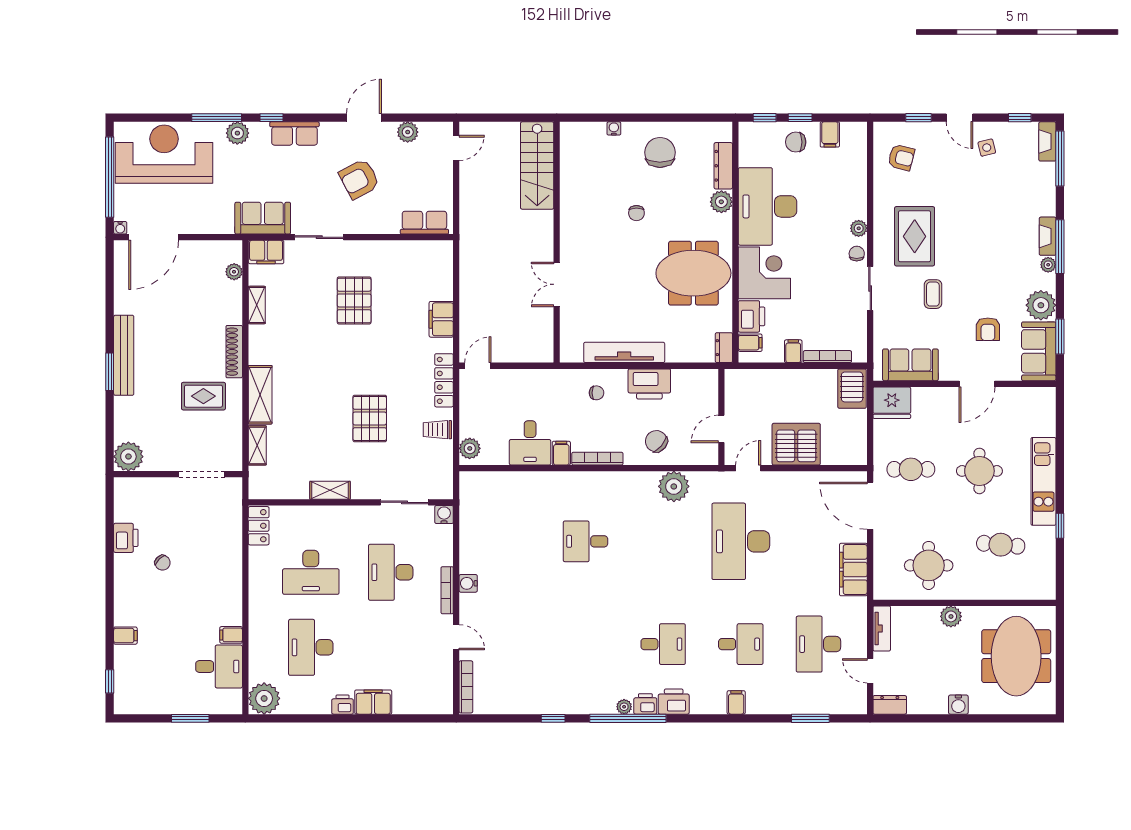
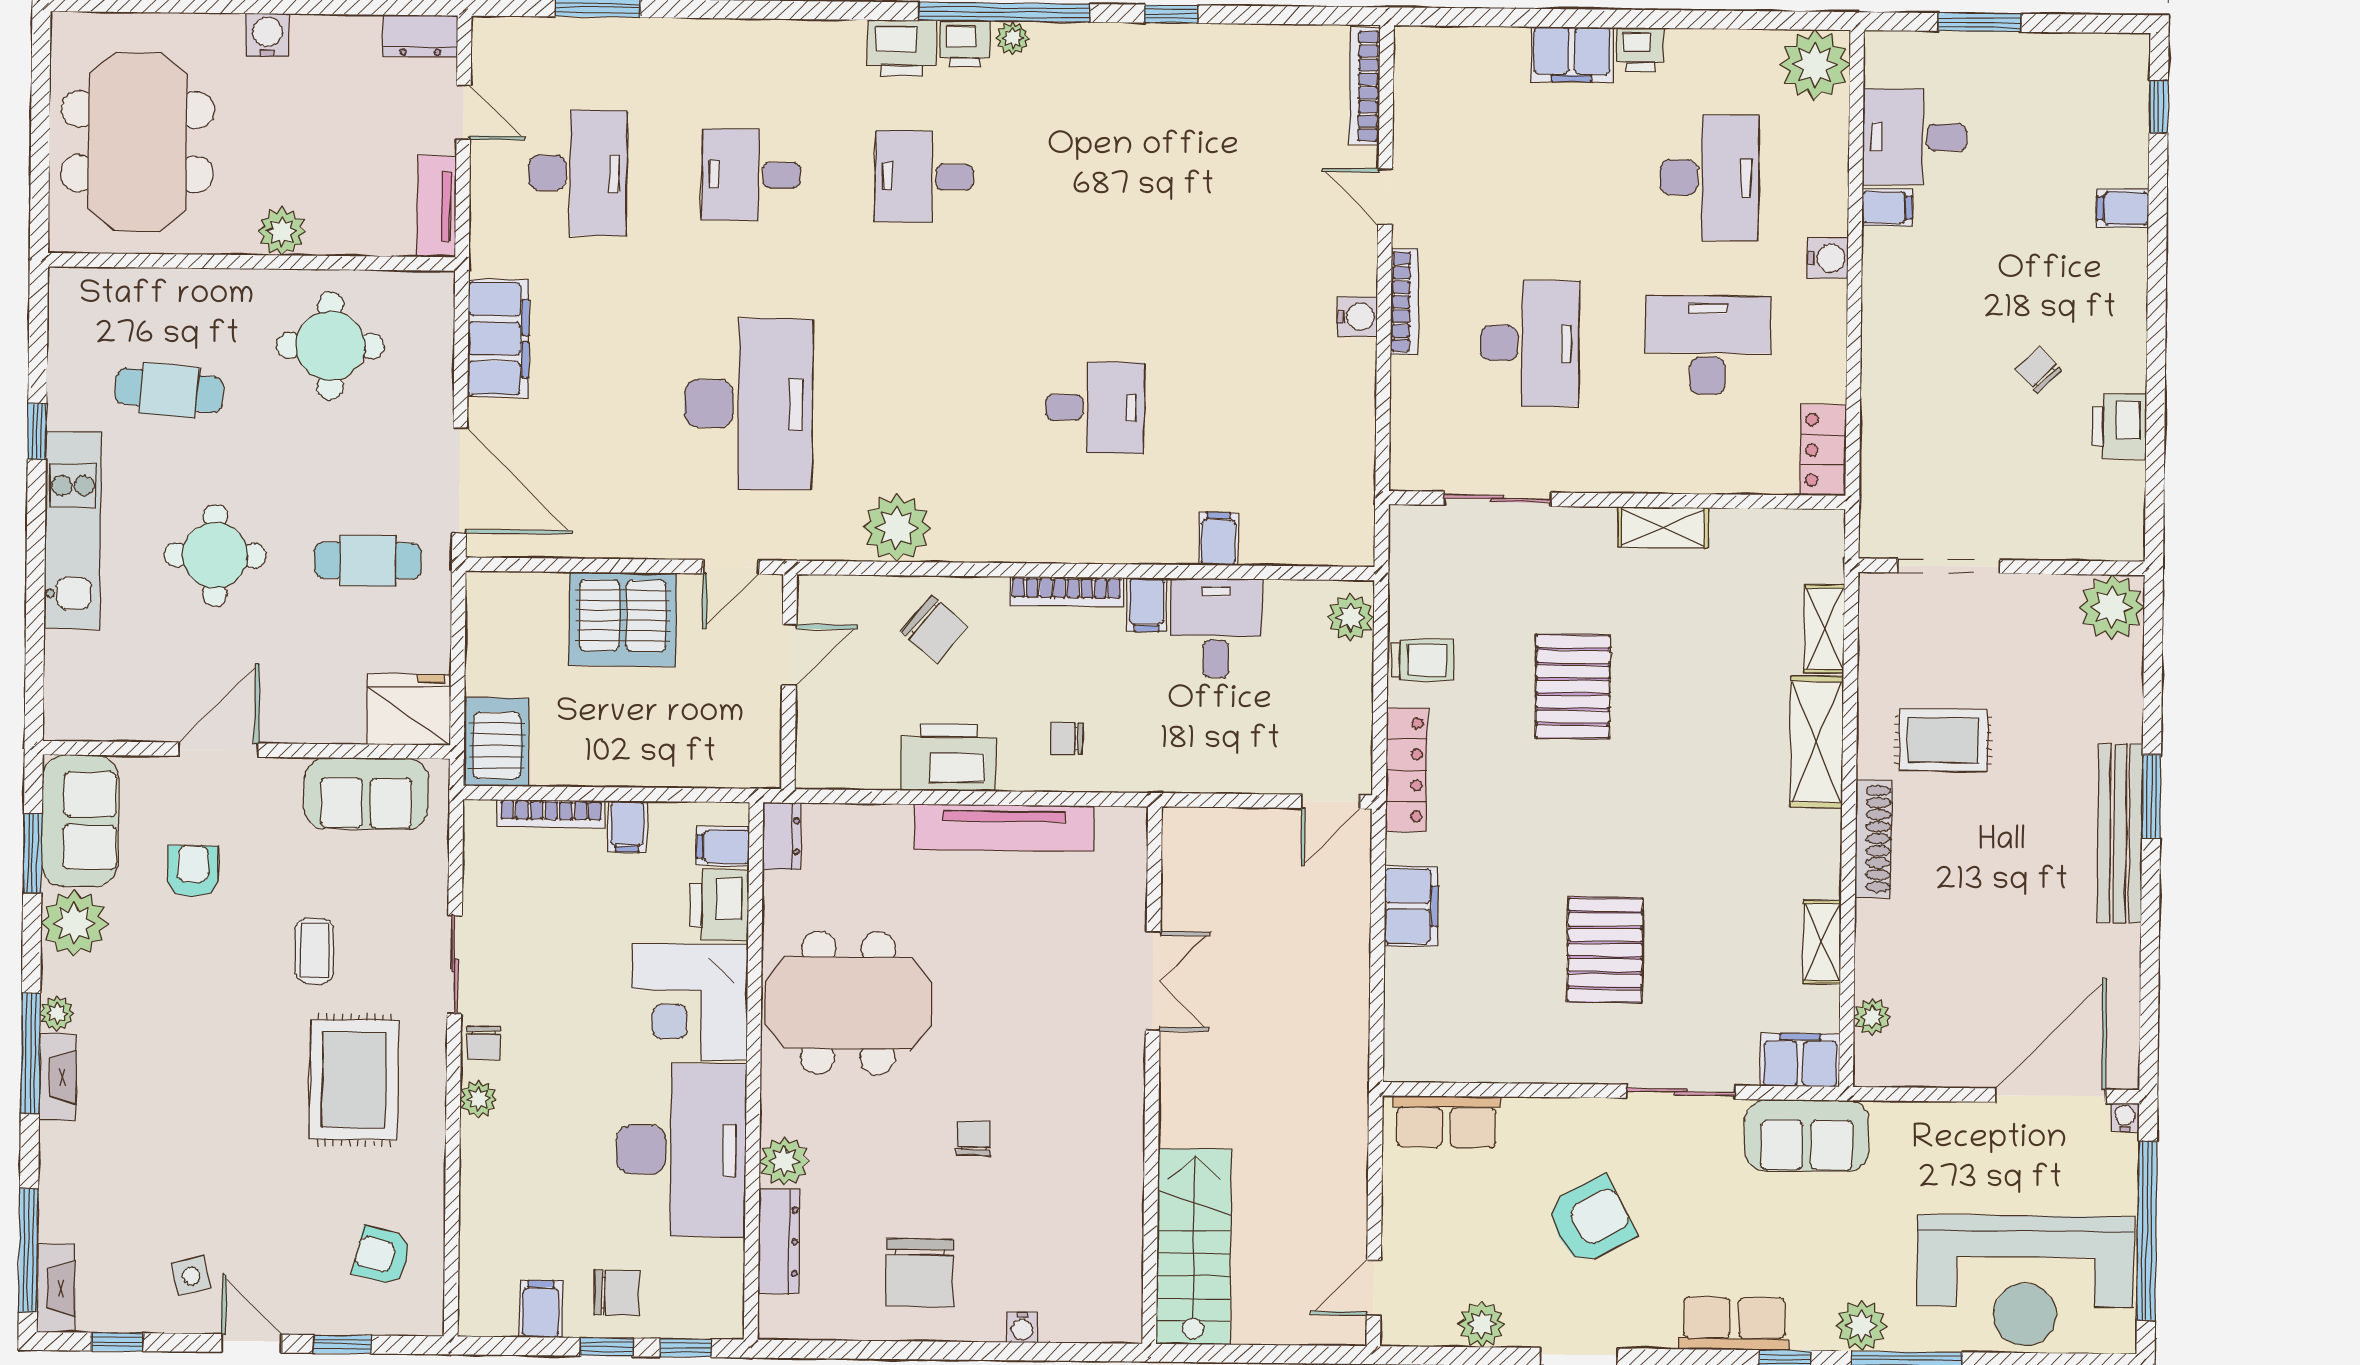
water cooler: (444, 515) -> (1828, 258), moved, turned -90
filing cabinet: (736, 702) -> (1218, 539), moved, turned 180

